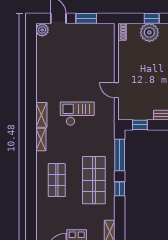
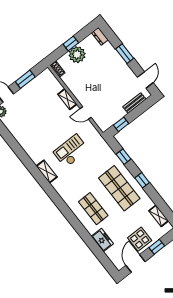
shelving: (41, 140) -> (67, 99), moved
window: (120, 155) -> (123, 157), width x0.46
freezer: (43, 214) -> (102, 240), added

